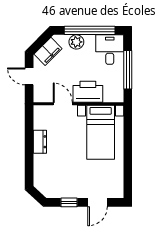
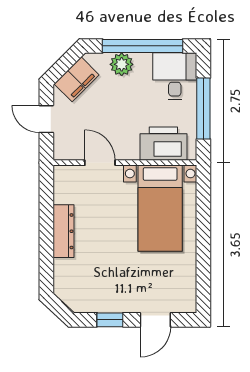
printer: (88, 92) -> (163, 144), moved
dresser: (40, 142) -> (63, 231), width x1.44

